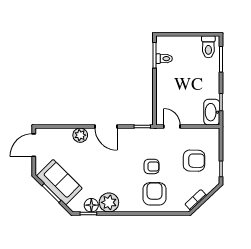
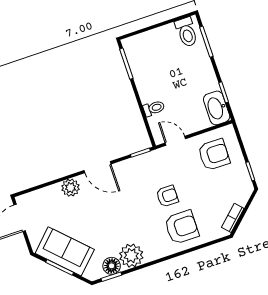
toilet: (164, 59) -> (154, 108), moved
armchair: (194, 161) -> (214, 155), moved
armchair: (155, 194) -> (182, 227), turned 90

